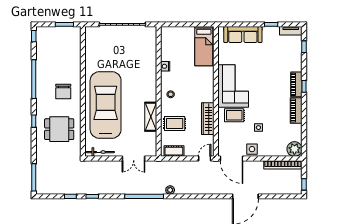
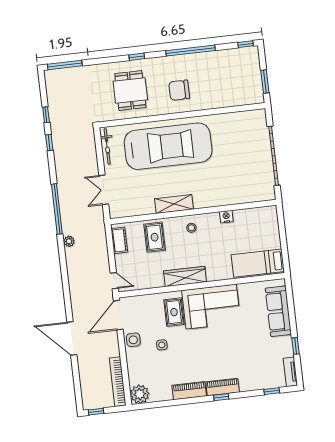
shelving: (151, 117) -> (174, 204), moved
wardrobe: (208, 119) -> (185, 277), moved

